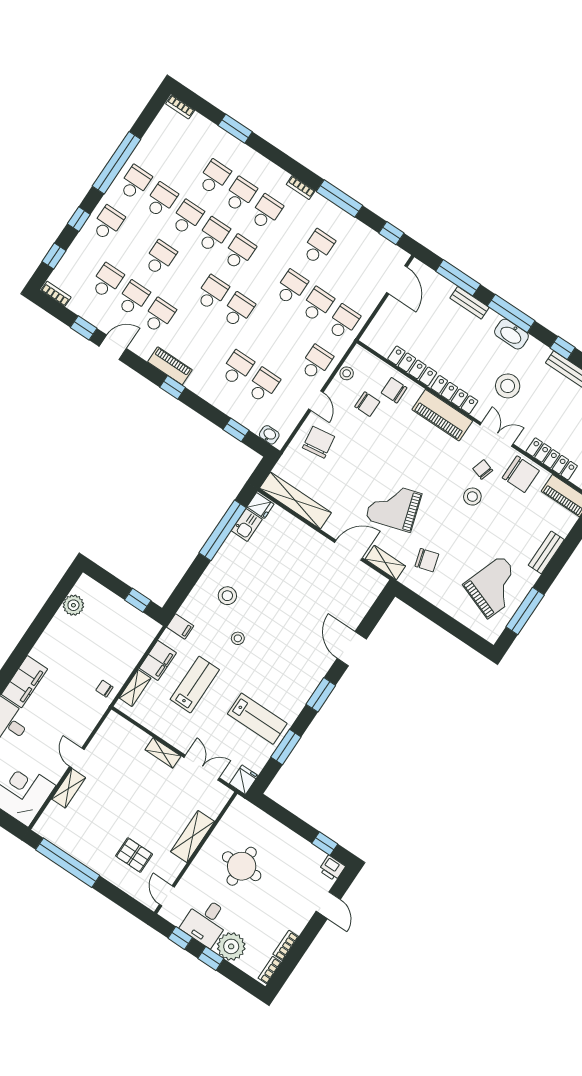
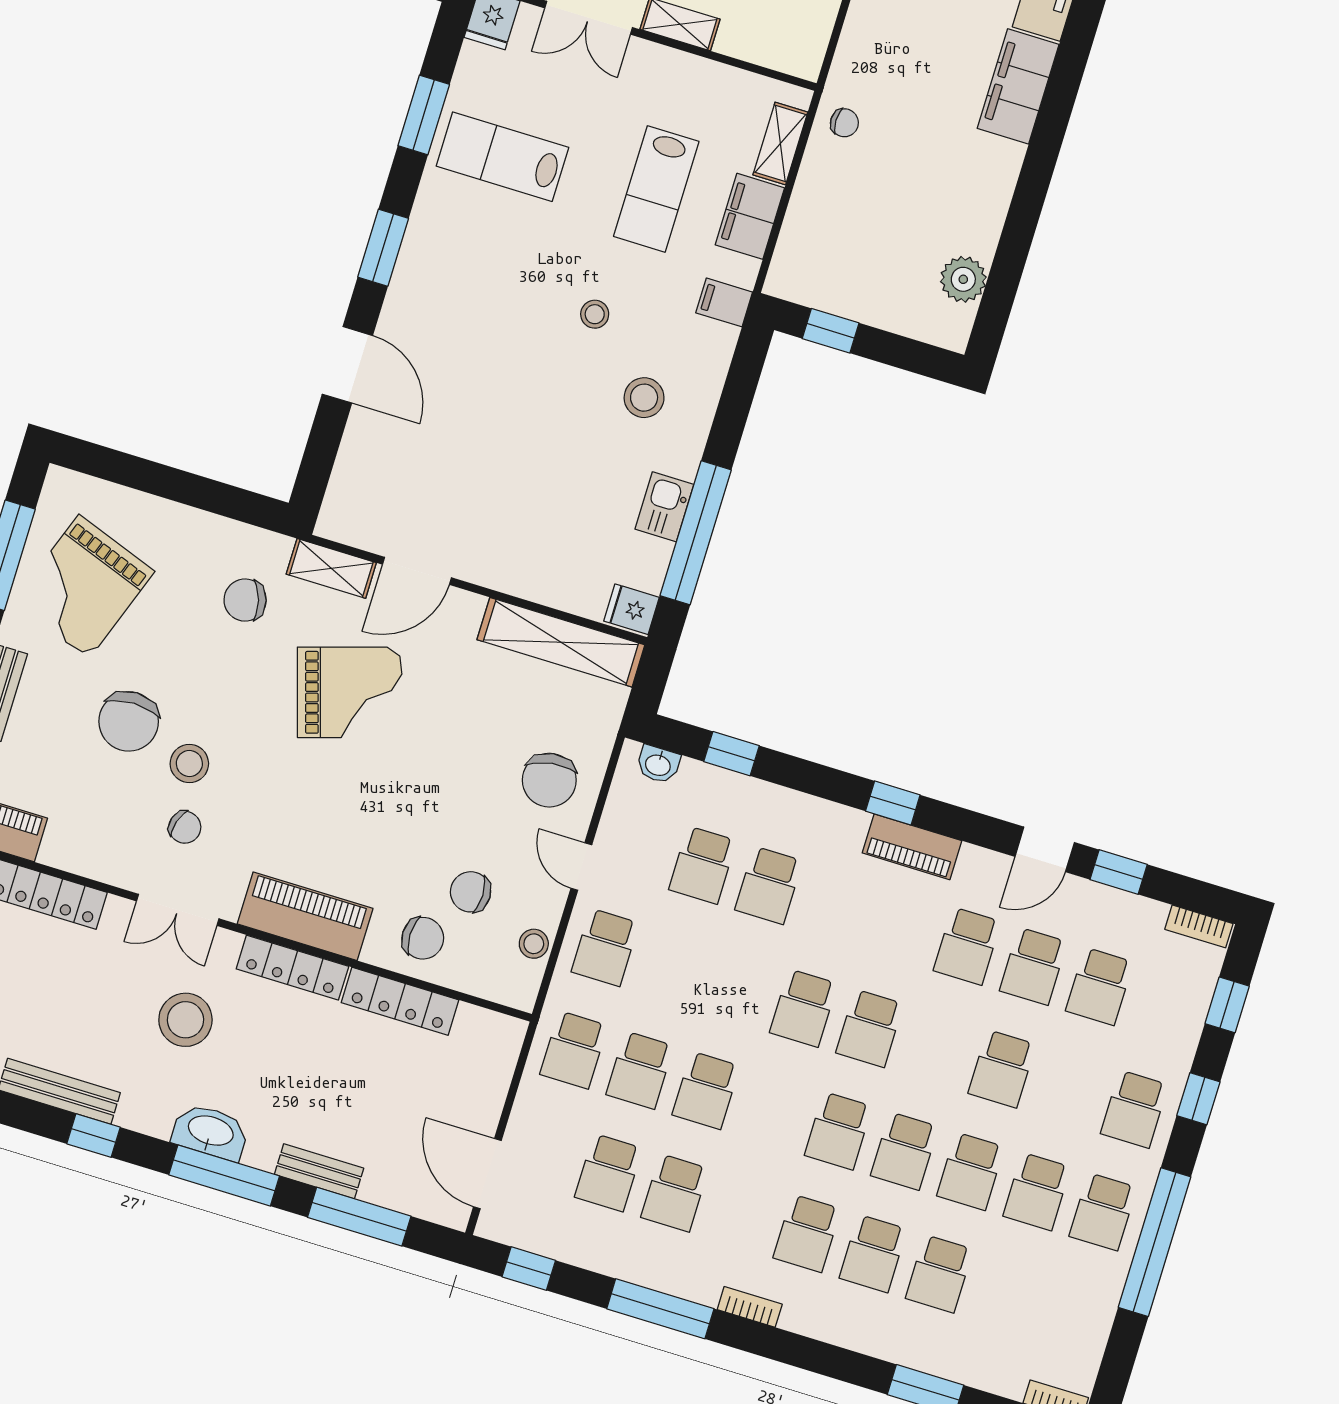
school desk: (344, 264) -> (609, 1173), added
chair: (521, 474) -> (129, 721), moved, turned -90
kitchen sink: (247, 525) -> (664, 507), moved

